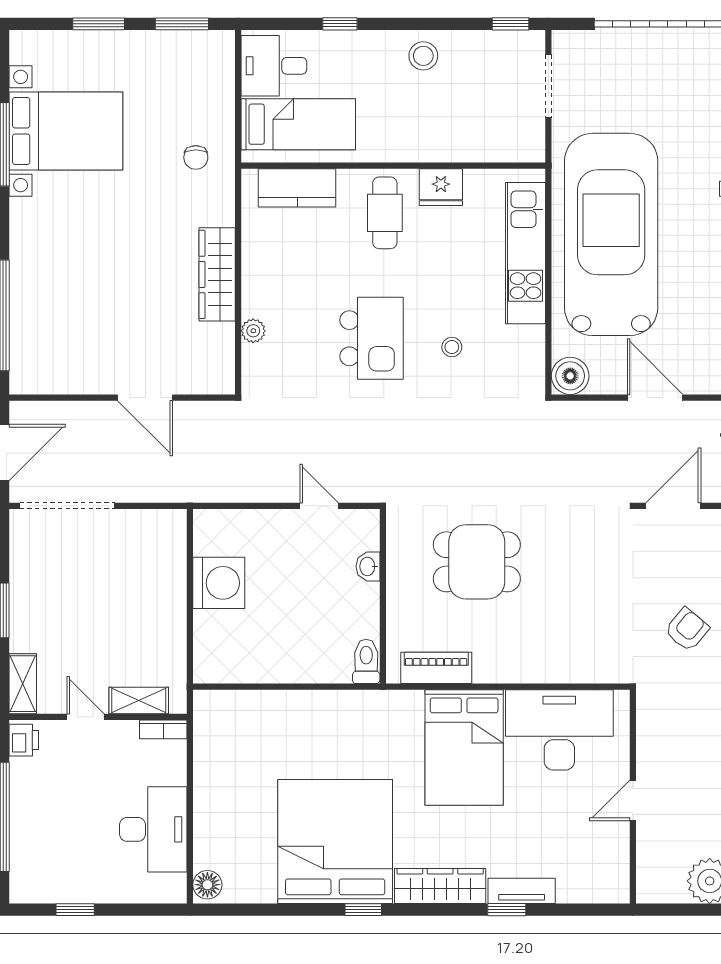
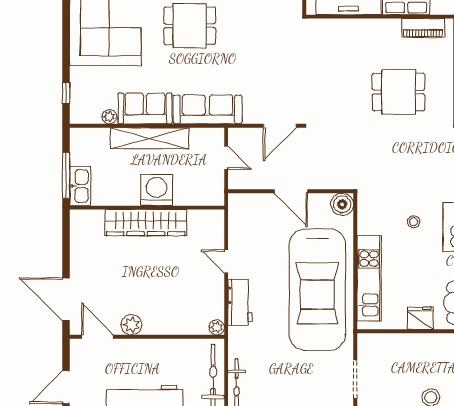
armchair: (687, 629) -> (272, 51), removed

